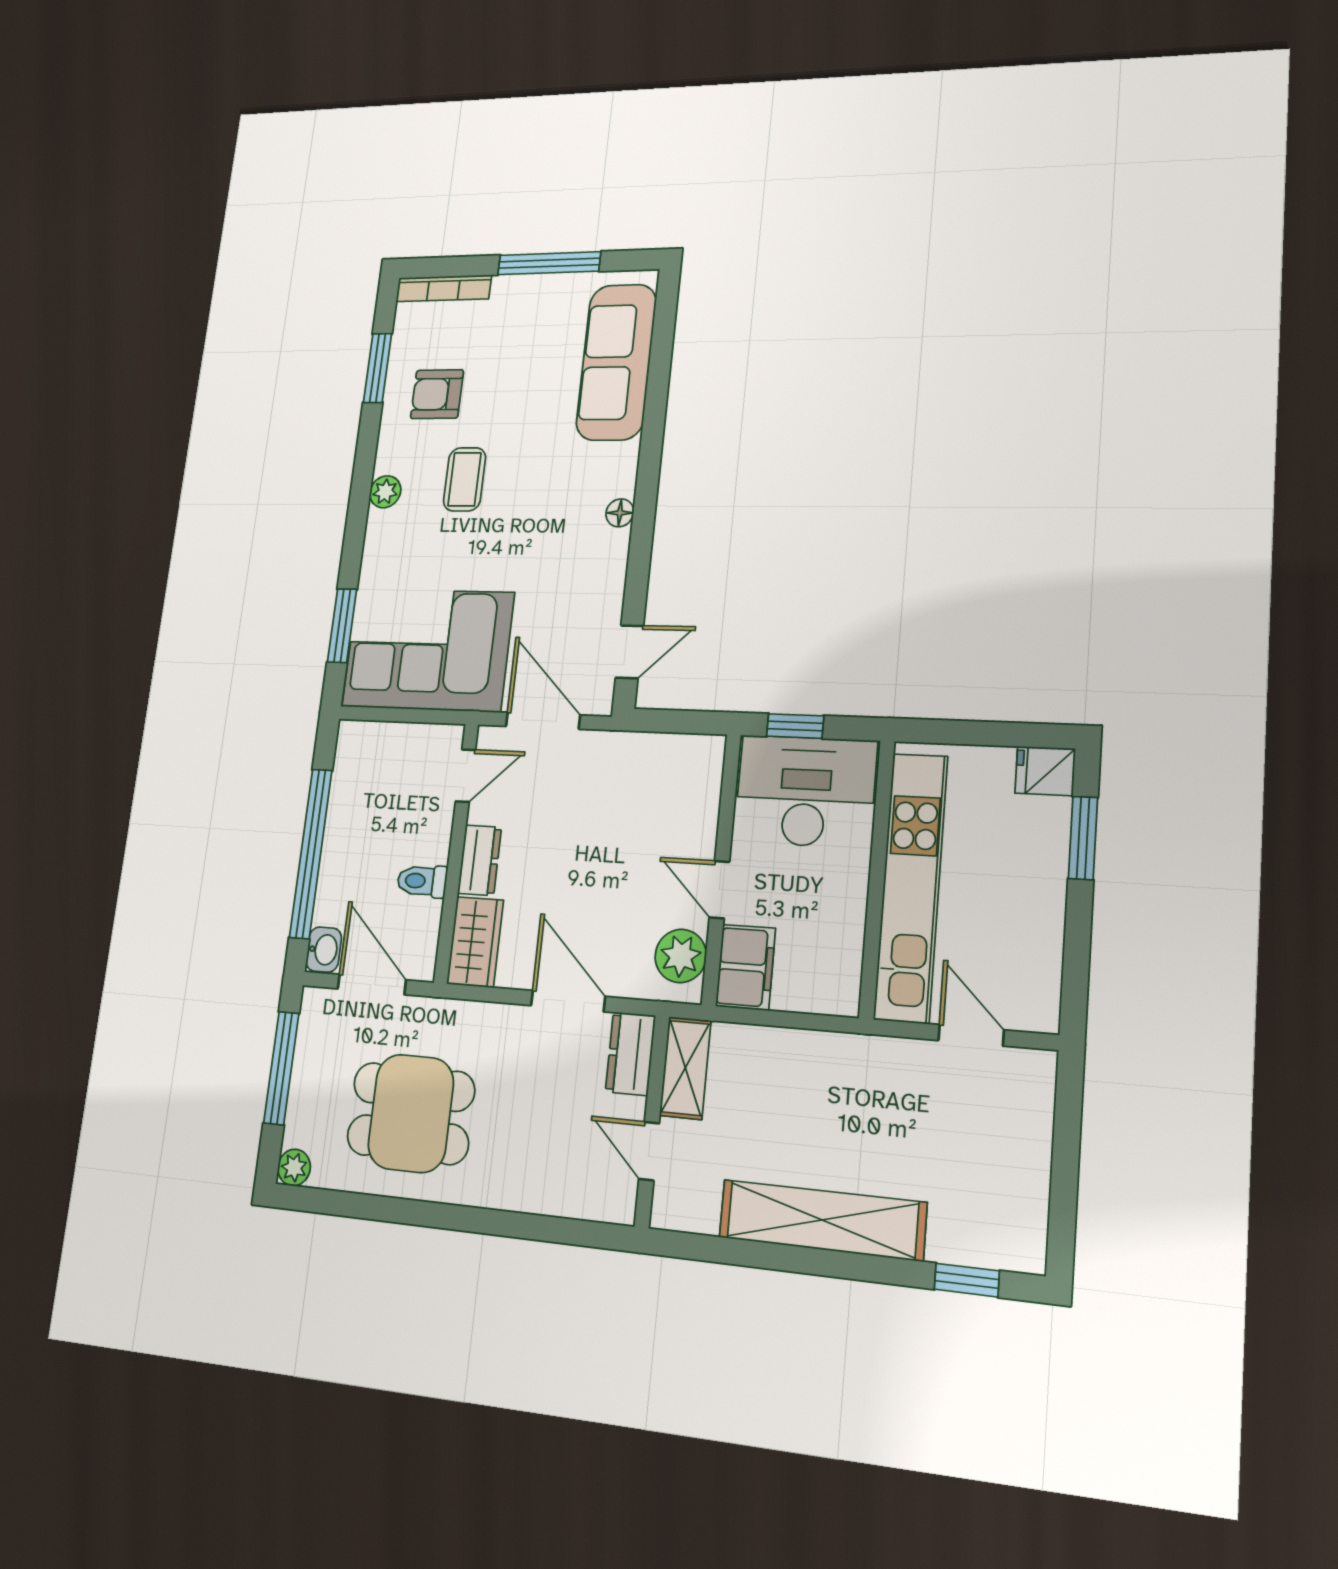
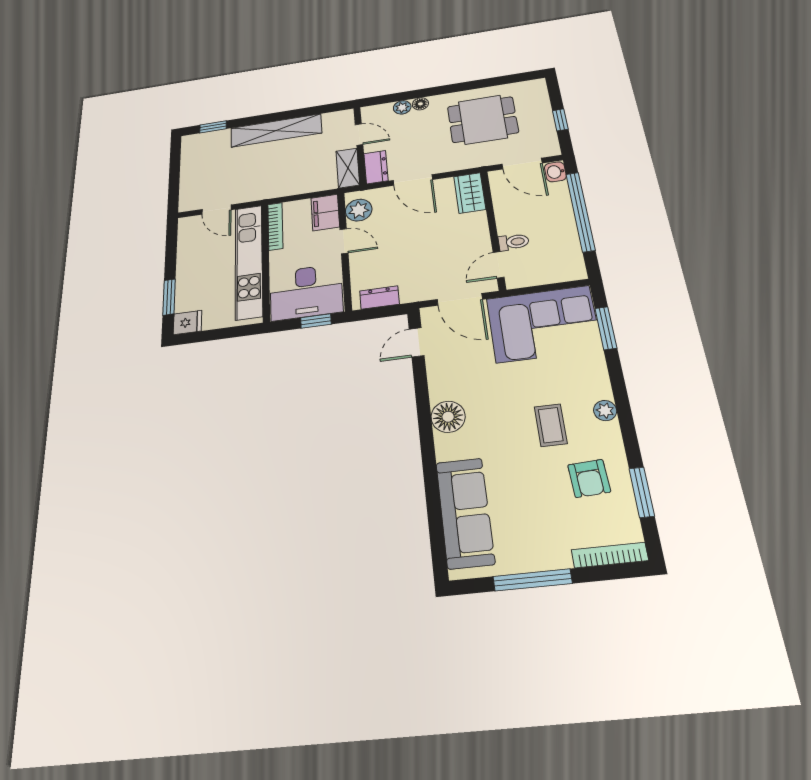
armchair: (437, 394) -> (589, 478), turned 87
floor lamp: (620, 513) -> (448, 417), width x1.89, depth x1.89
dresser: (480, 860) -> (380, 298), moved, turned 90
toilet: (422, 881) -> (514, 242), moved
bookcase: (849, 959) -> (275, 226), added
window: (281, 1068) -> (560, 120), width x0.46
plant: (294, 1167) -> (402, 107), moved
floor lamp: (515, 1195) -> (420, 104), added

